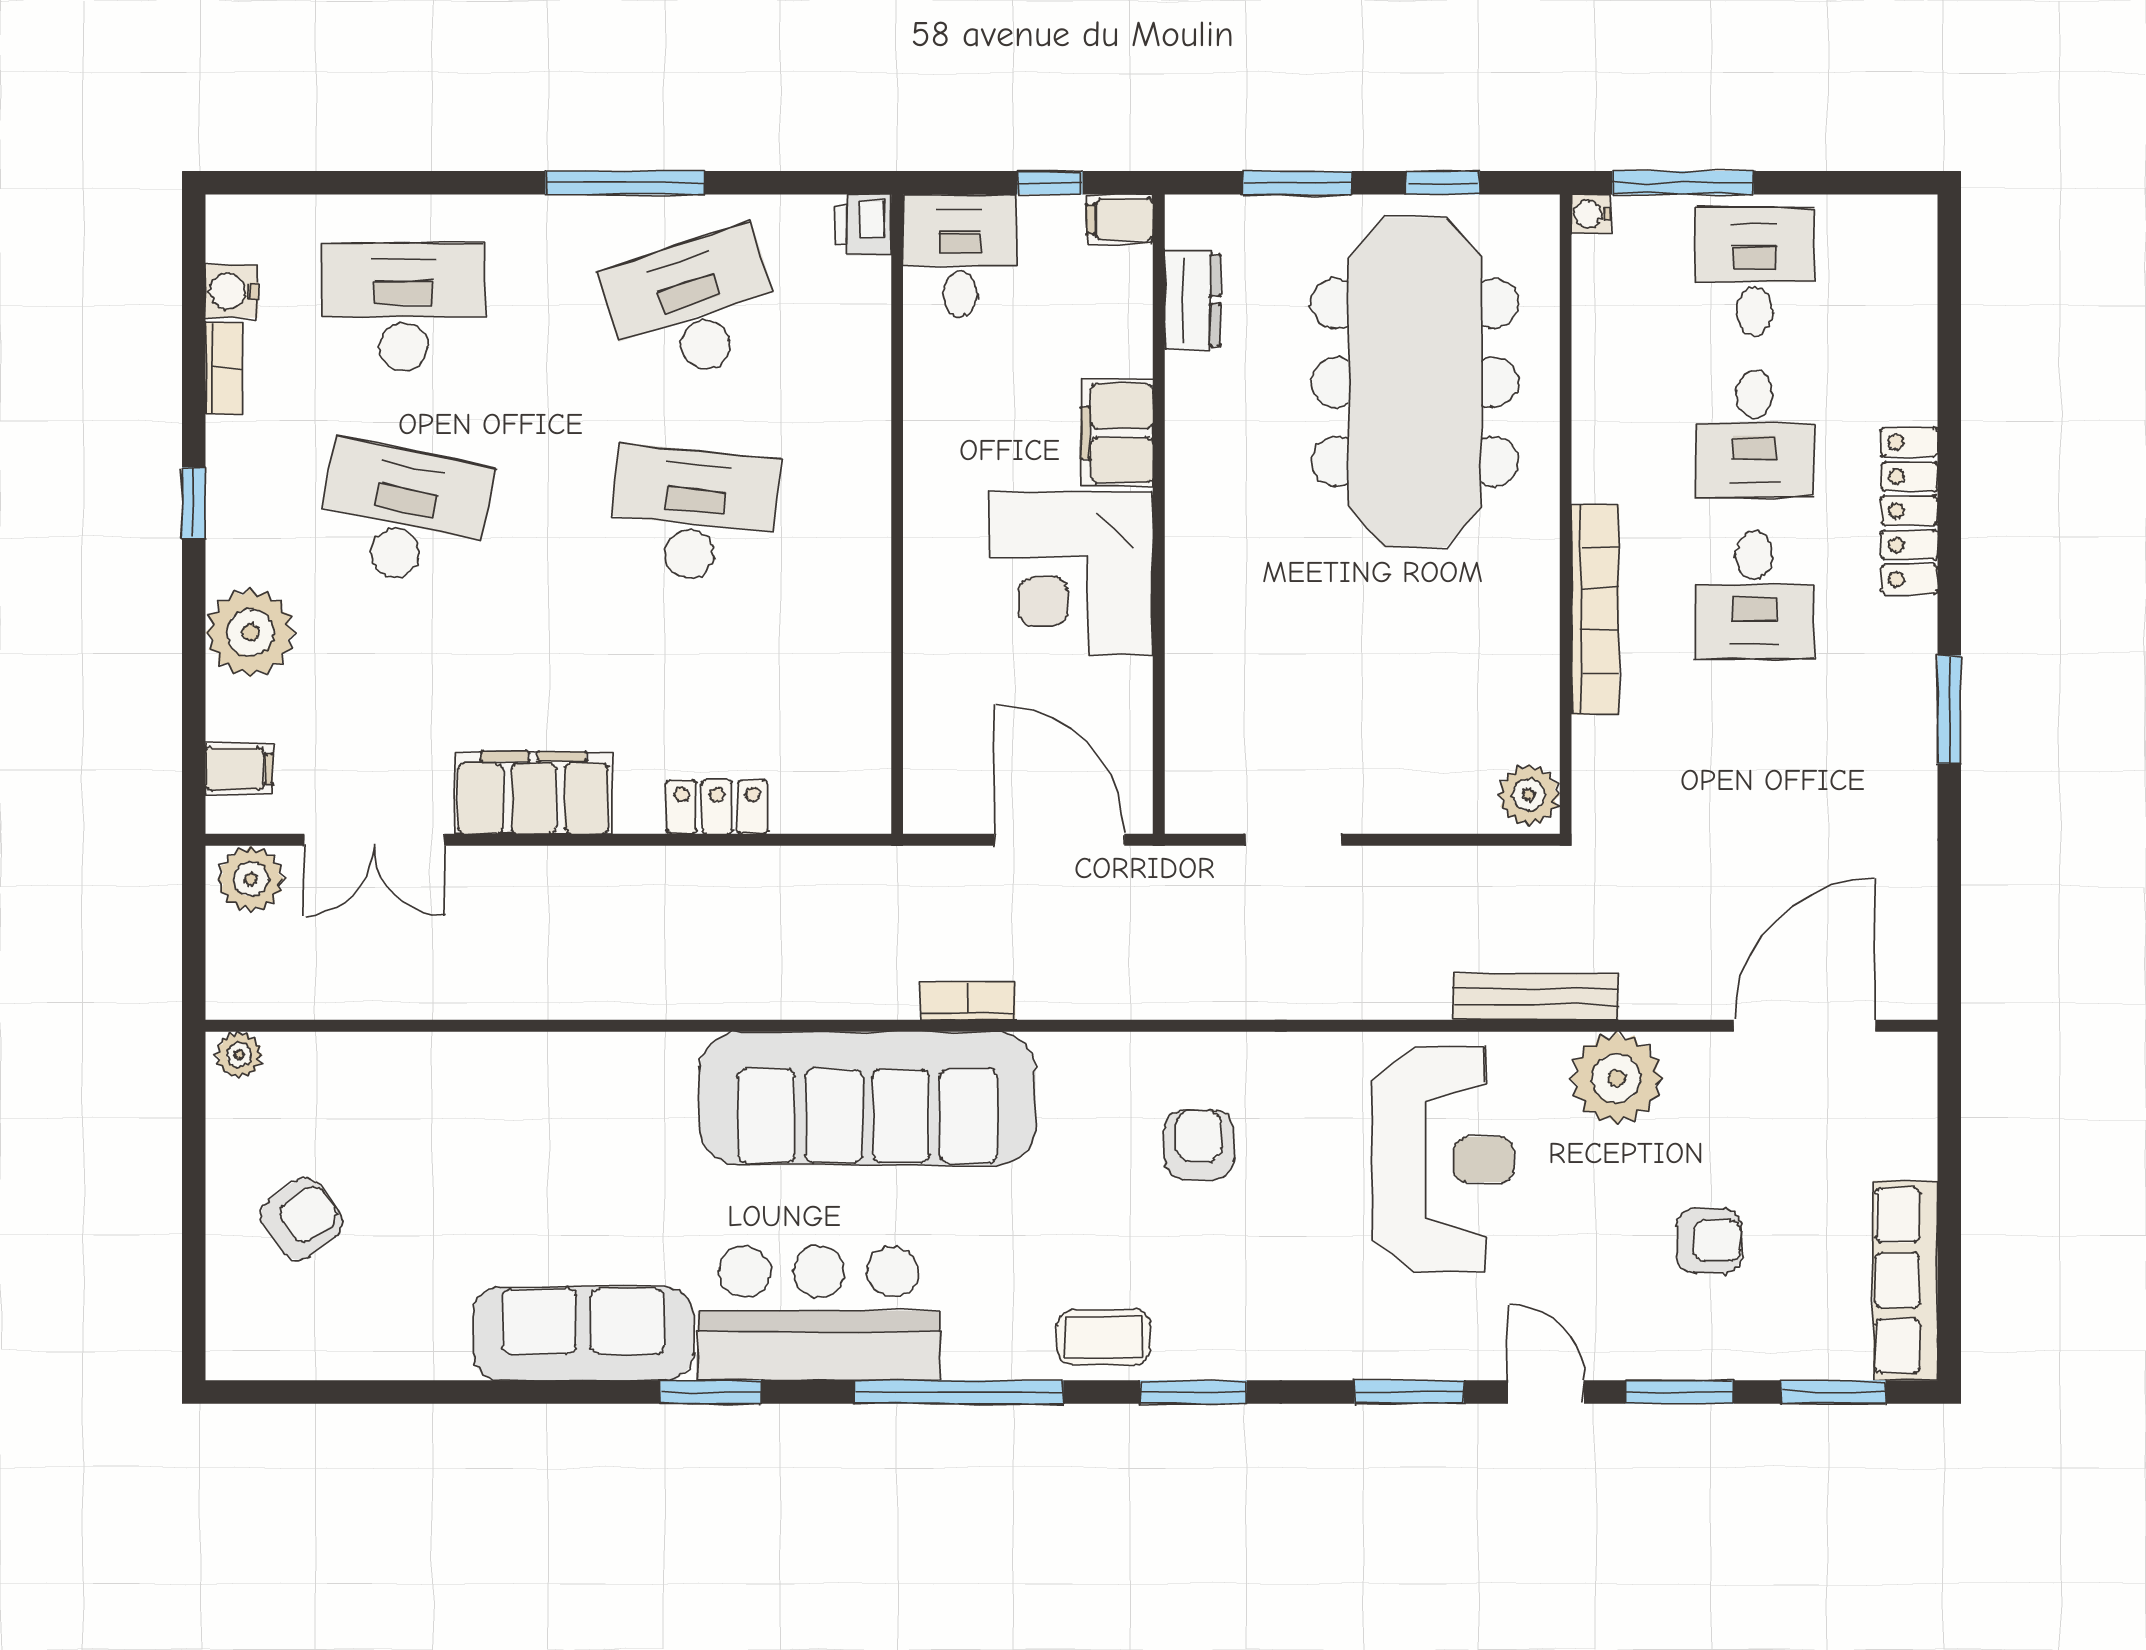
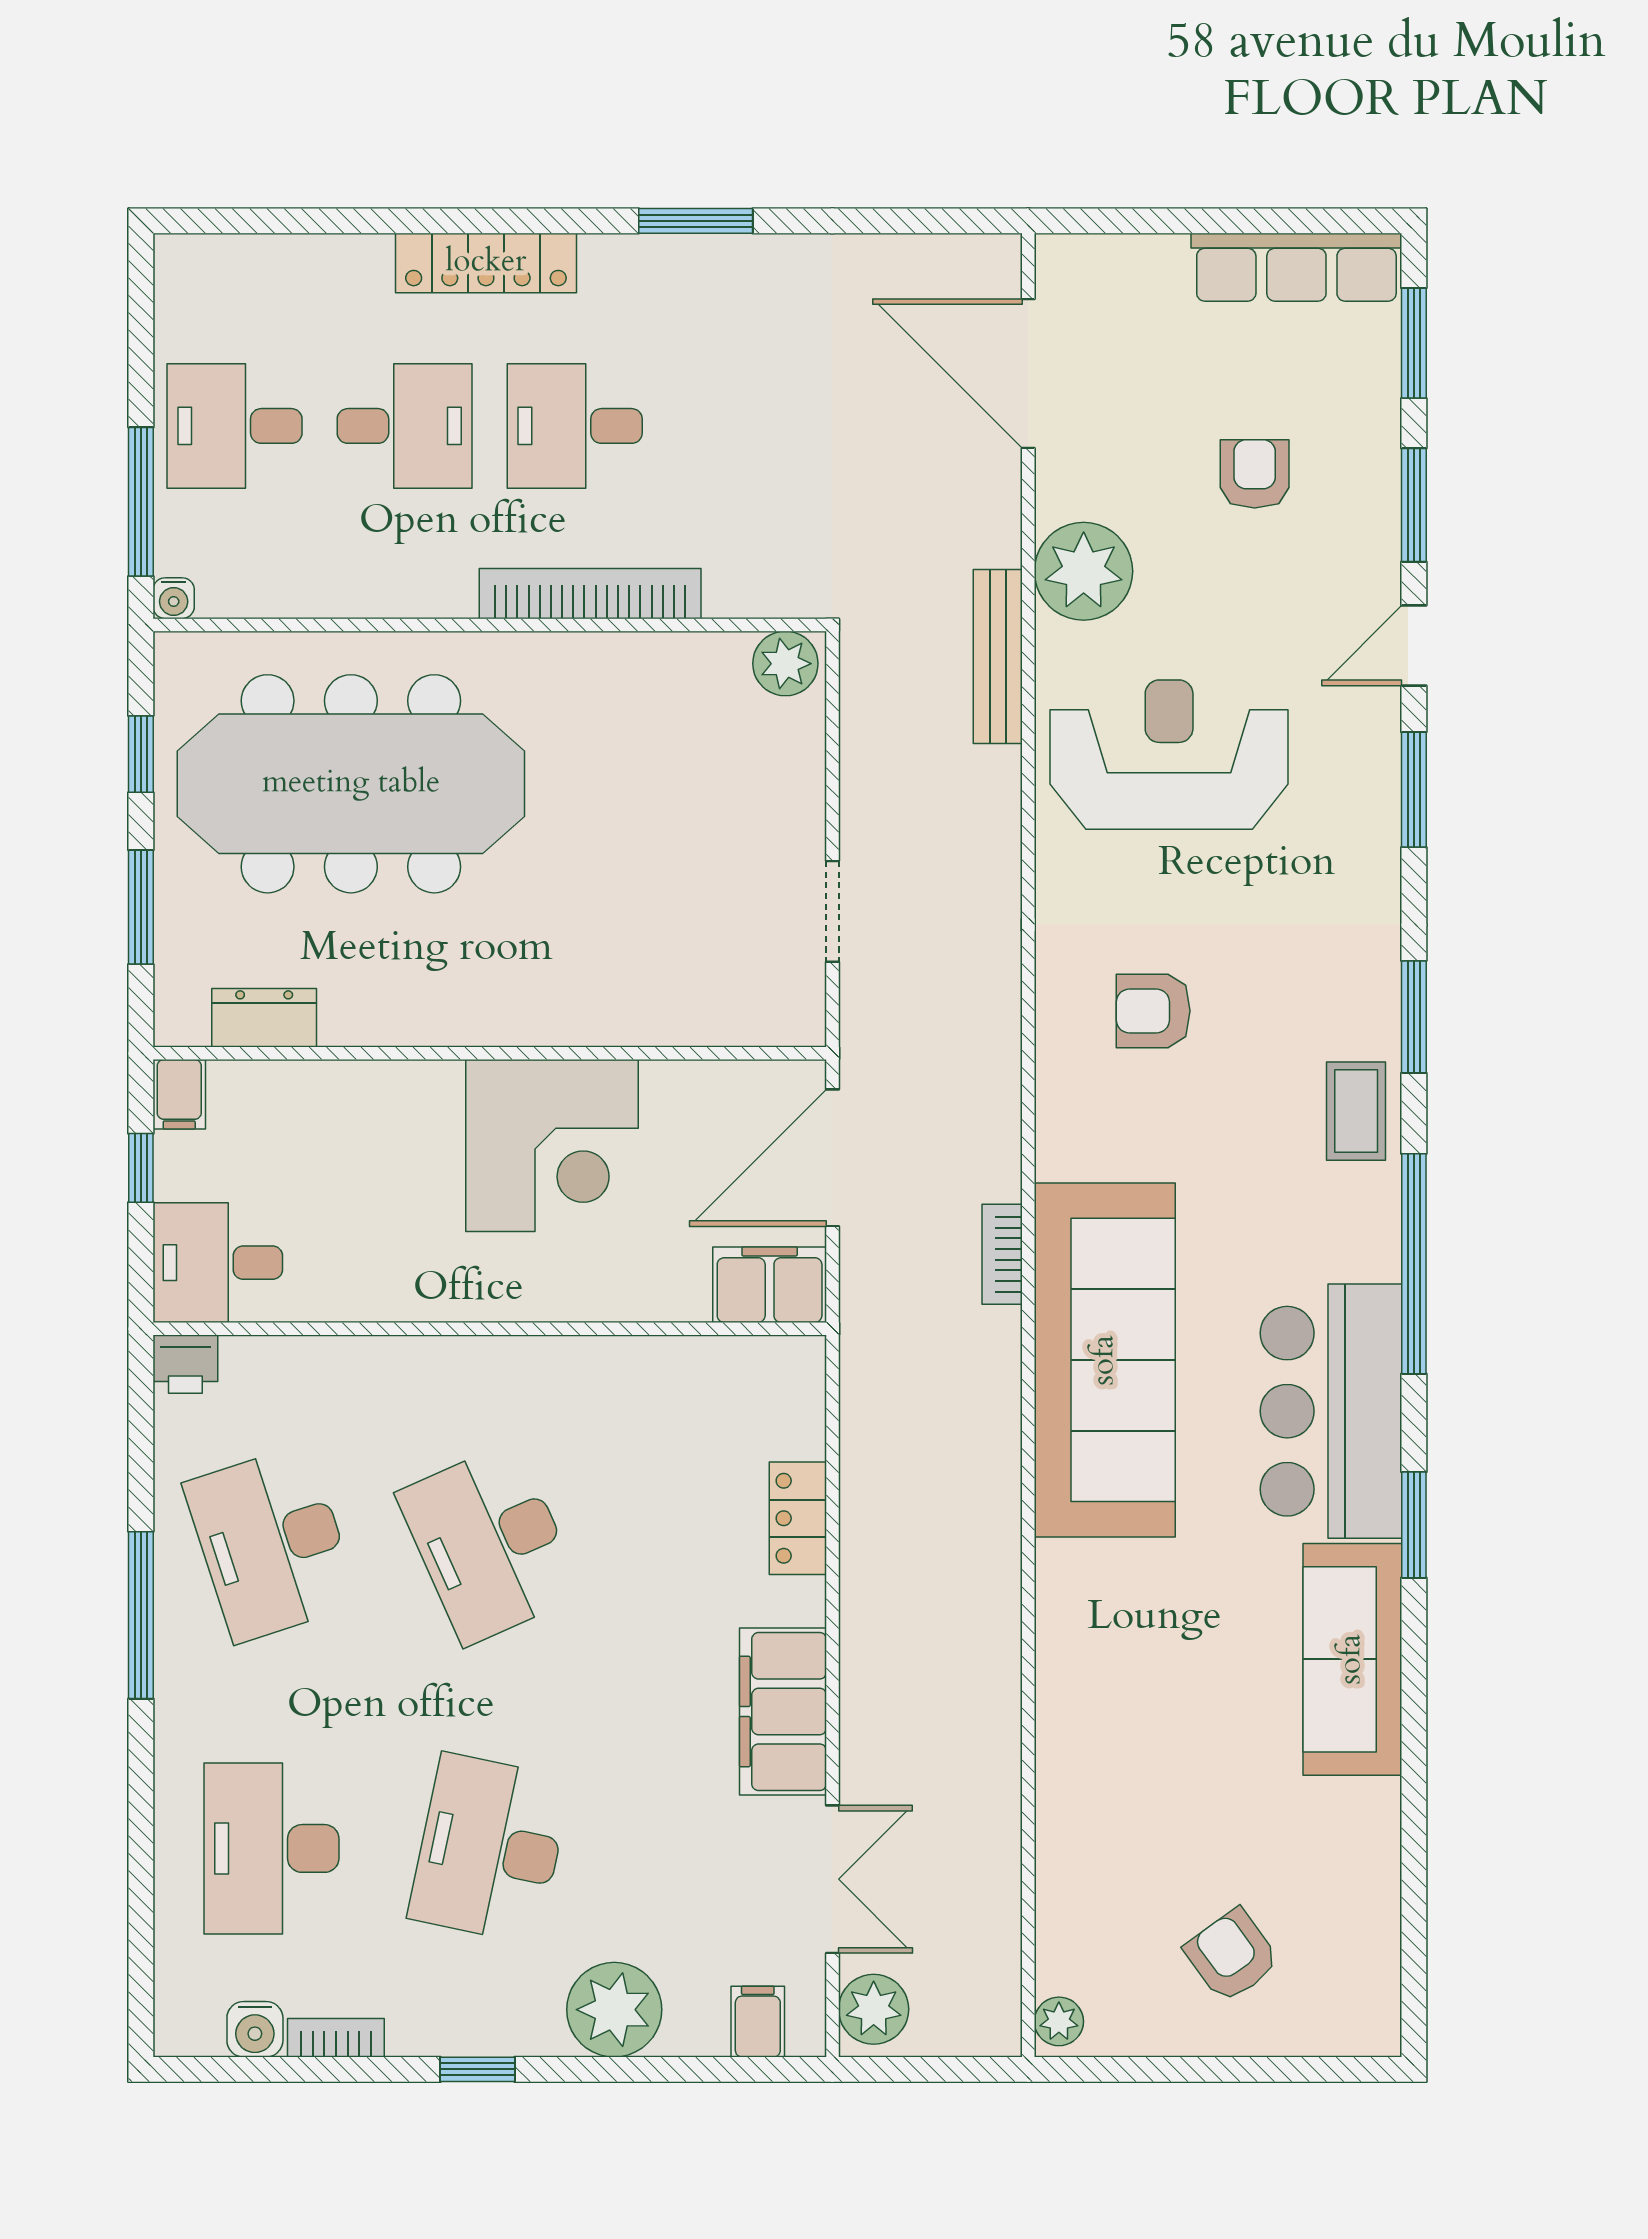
filing cabinet: (1117, 433) -> (770, 1285), moved, turned 180
desk: (693, 514) -> (490, 1543), turned -30
desk: (1755, 595) -> (575, 426), turned 180

